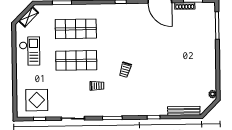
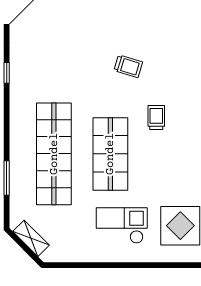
shop shelf: (76, 29) -> (54, 154), width x1.40
checkout: (30, 51) -> (122, 225), moved

